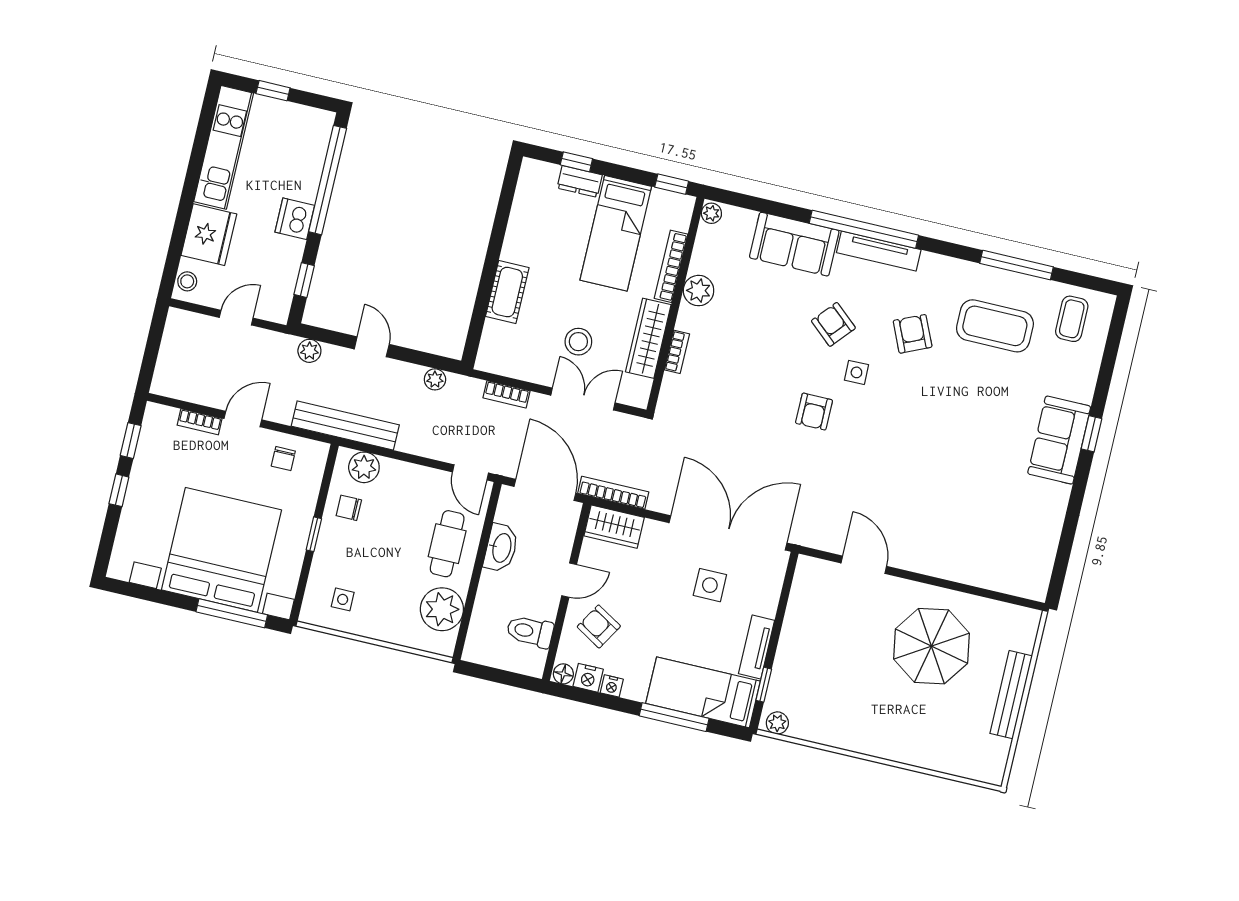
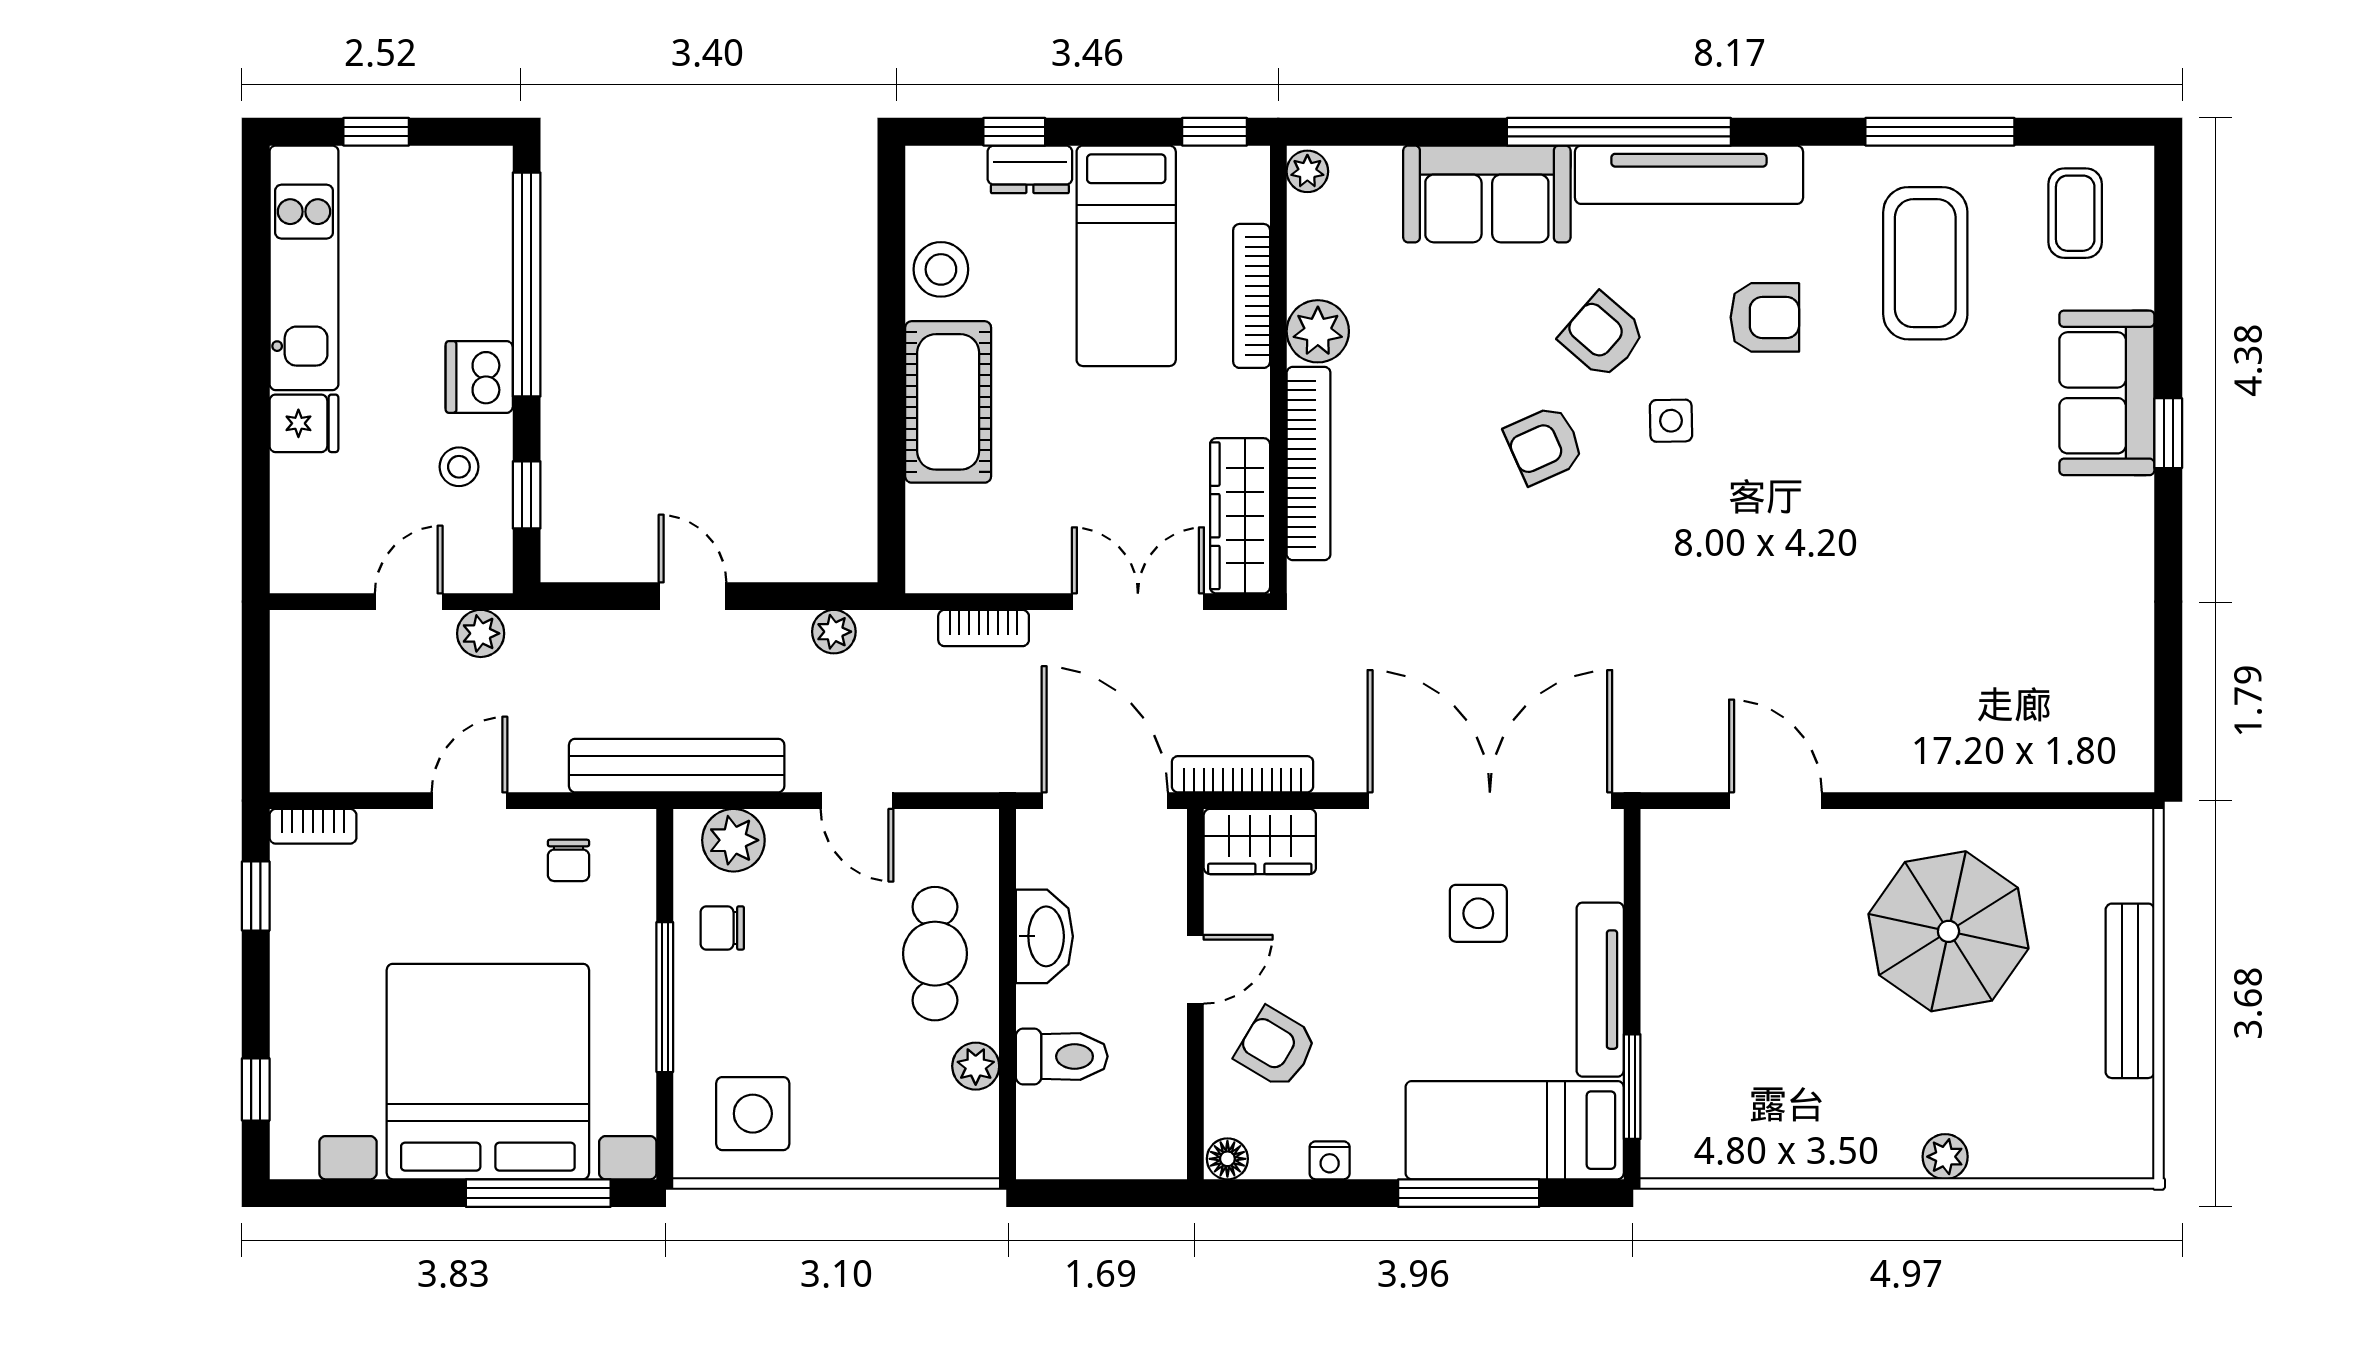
fridge: (209, 235) -> (304, 423), width x0.53, depth x0.75
tv unit: (879, 251) -> (1689, 175), width x1.36, depth x1.29
stool: (187, 281) -> (459, 467), moved
cot: (507, 292) -> (948, 402), width x1.37, depth x1.34
coffee table: (995, 326) -> (1925, 263), turned 90
armchair: (913, 334) -> (1765, 317), turned 114
wardrobe: (648, 338) -> (1240, 516), moved
stool: (578, 342) -> (941, 269), moved
plant: (309, 351) -> (481, 633), moved
bookcase: (677, 352) -> (1309, 464), width x2.31, depth x1.31
armchair: (814, 412) -> (1544, 445), moved, turned 66
bookcase: (200, 422) -> (313, 826), moved
sofa: (1059, 440) -> (2107, 393), moved
door: (470, 472) -> (857, 801), moved
window: (119, 490) -> (256, 1089), moved
window: (314, 534) -> (665, 997), width x2.17
side table: (343, 599) -> (753, 1114), width x1.87, depth x1.87
plant: (442, 609) -> (976, 1066), width x0.53, depth x0.53
toilet: (530, 631) -> (1062, 1056), moved, turned 180
tv unit: (757, 647) -> (1600, 990), width x1.41
nightstand: (588, 678) -> (1279, 1155), removed
window: (764, 685) -> (1632, 1087), width x1.50
plant: (777, 723) -> (1945, 1157), moved

